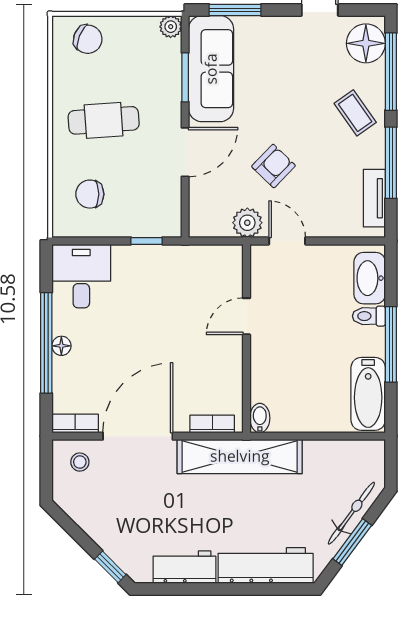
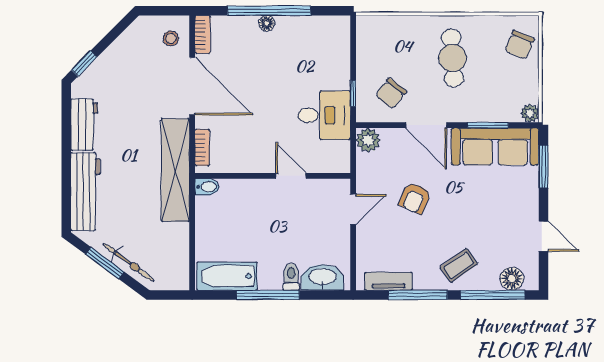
floor lamp: (366, 43) -> (512, 279), width x0.73, depth x0.73
armchair: (274, 166) -> (415, 198), turned 70
chair: (90, 194) -> (391, 93), moved, turned -142
plant: (247, 223) -> (368, 140), moved
desk: (81, 276) -> (324, 115), moved

